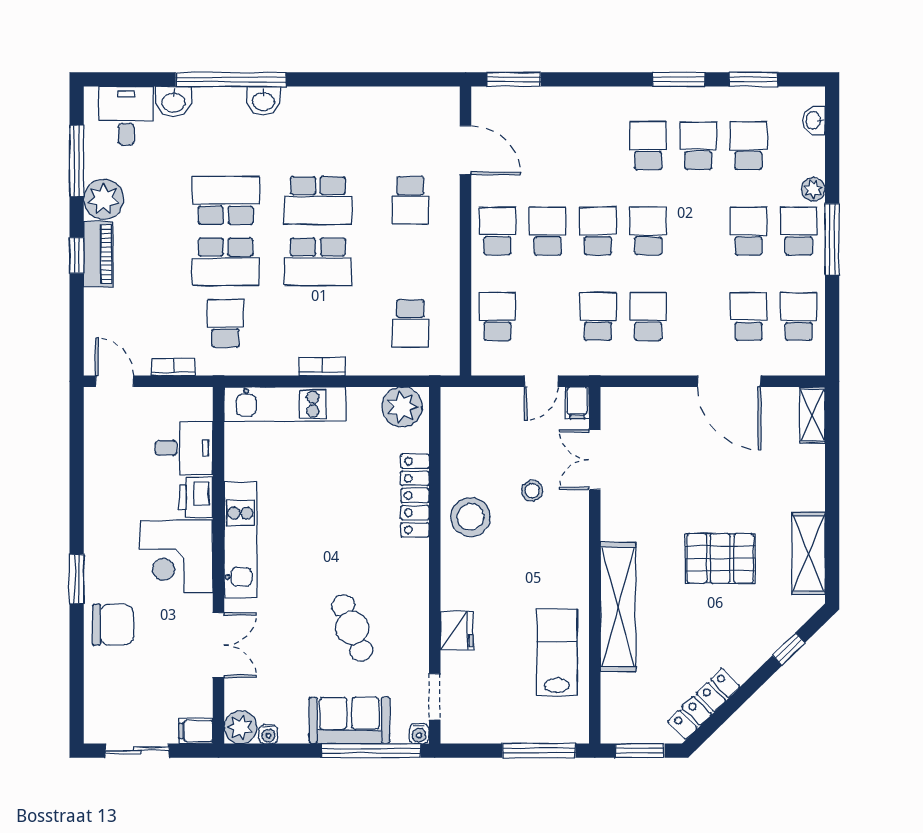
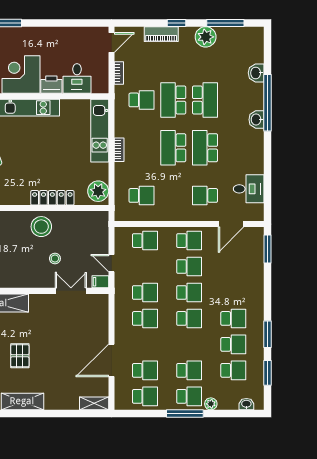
desk: (126, 116) -> (249, 189), moved
piano: (98, 254) -> (161, 34), moved
school desk: (410, 323) -> (141, 195), turned 180
pallet: (720, 558) -> (20, 356), width x0.67, depth x0.71

